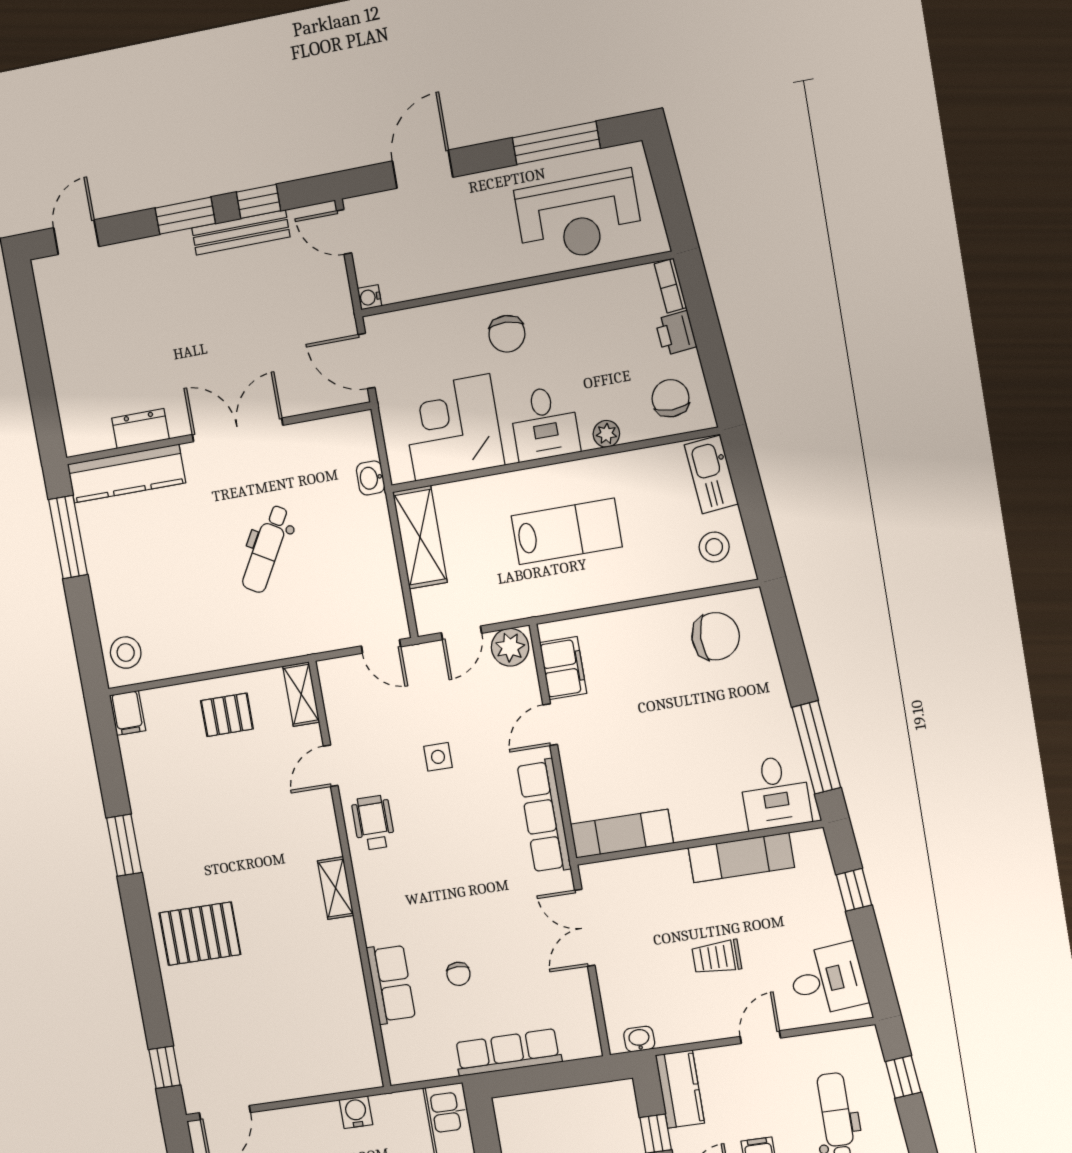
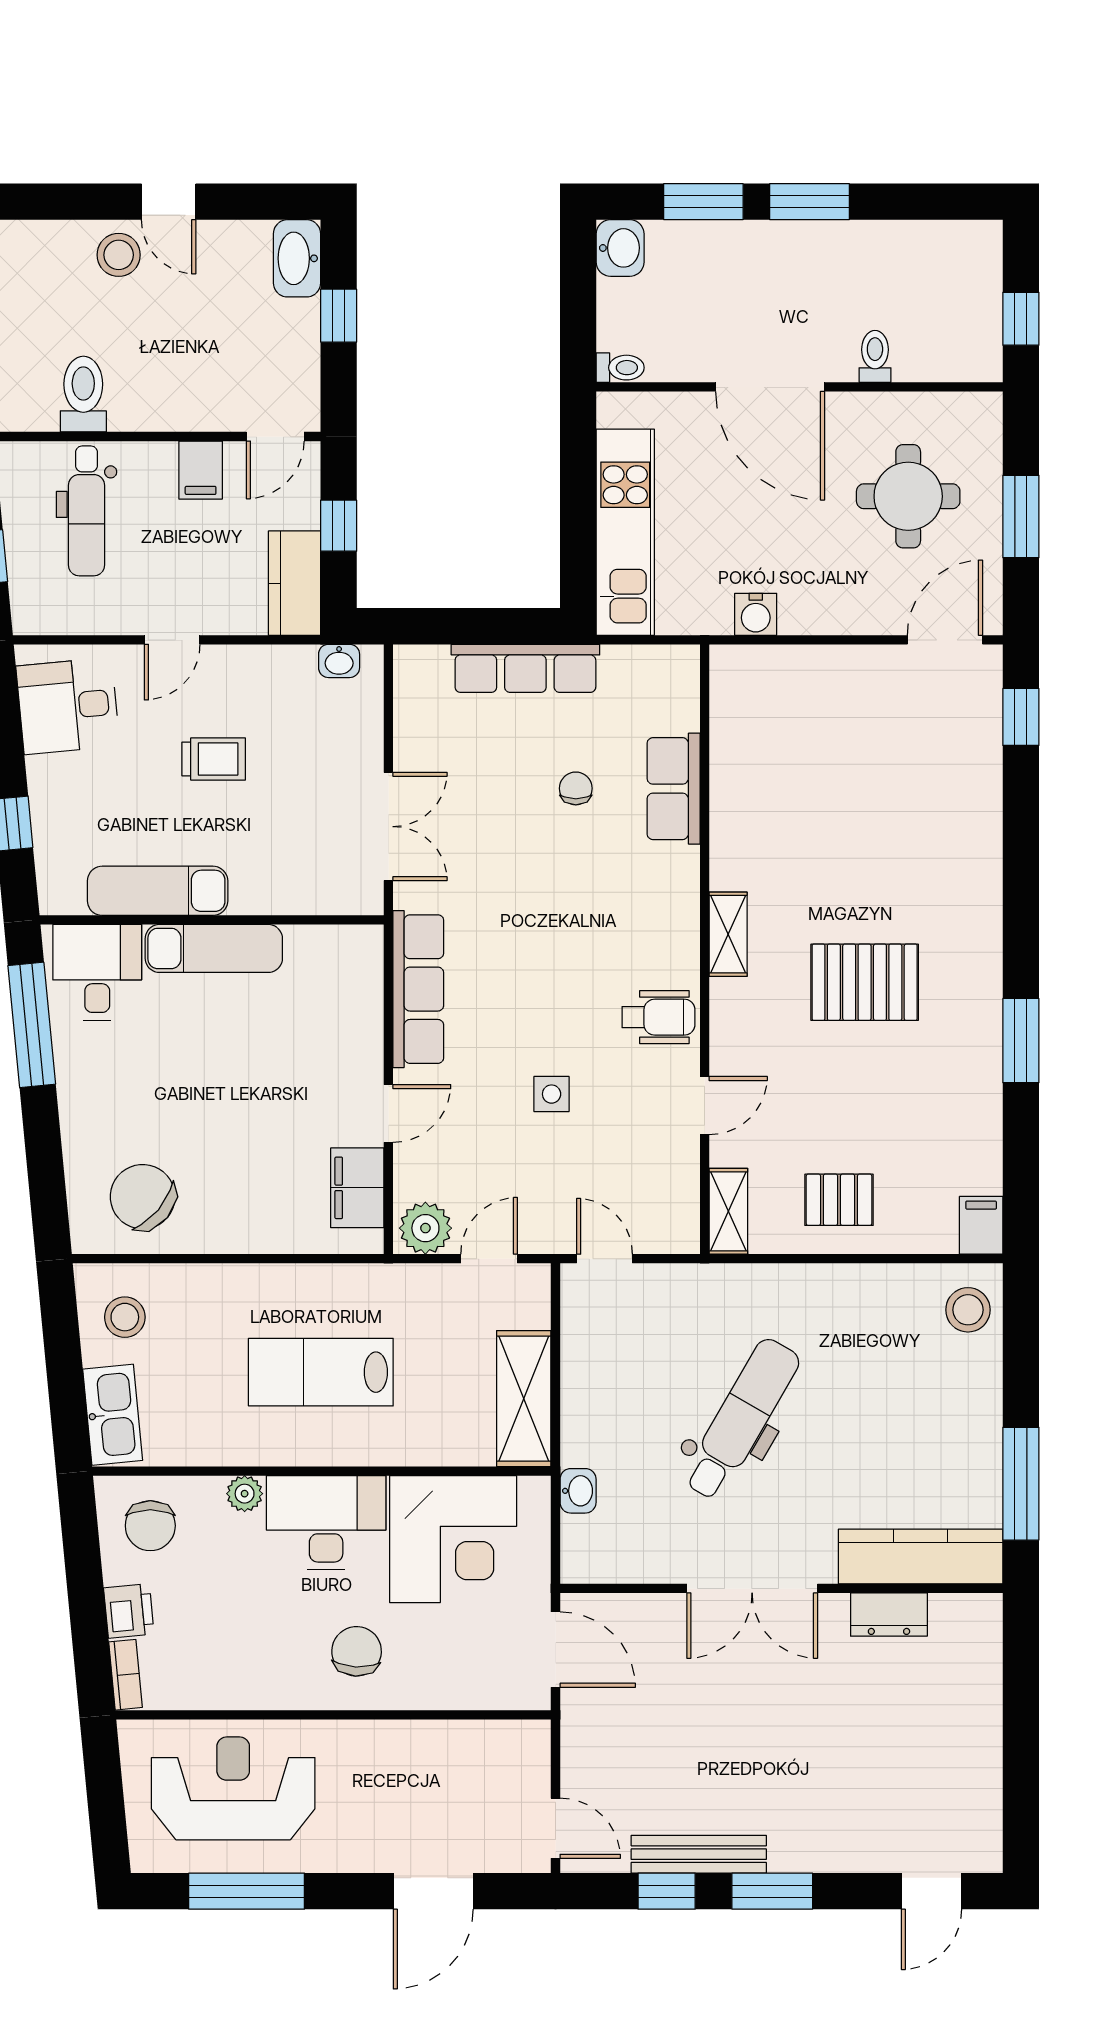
water cooler: (370, 297) -> (536, 1734), removed
desk: (545, 423) -> (326, 1523), width x1.37
dental chair: (266, 549) -> (741, 1419), width x1.36, depth x1.38
chair: (716, 636) -> (143, 1197), turned 39
wheelchair: (373, 823) -> (659, 1017), turned -90
exam couch: (622, 834) -> (214, 948), moved
pallet: (200, 934) -> (865, 982), moved

